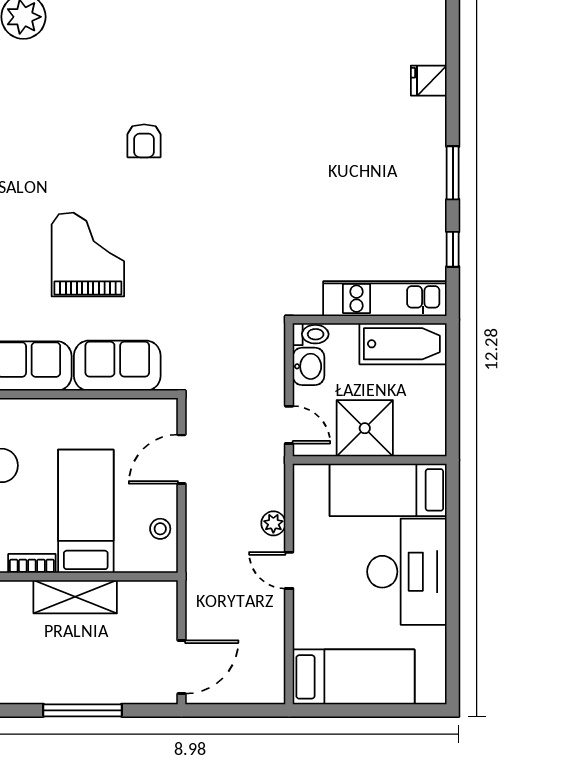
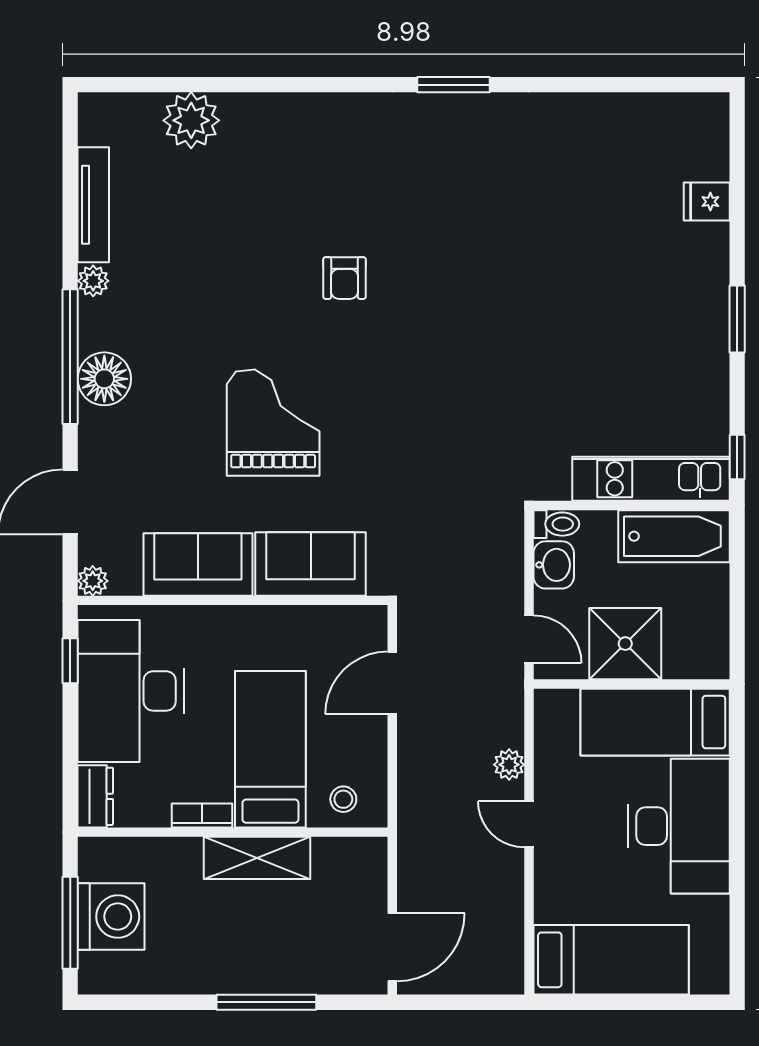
window: (453, 249) -> (737, 457), moved
stool: (160, 529) -> (343, 799), moved

